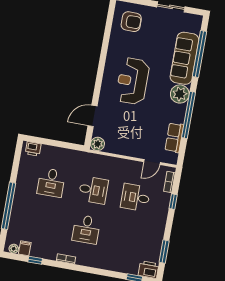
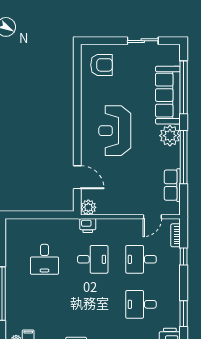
door: (92, 116) -> (77, 177), swing flipped
printer: (33, 149) -> (88, 225), moved
desk: (86, 229) -> (141, 304), moved, turned 90

